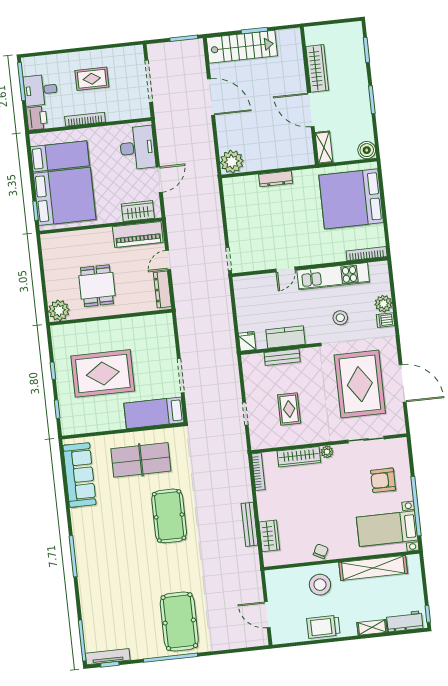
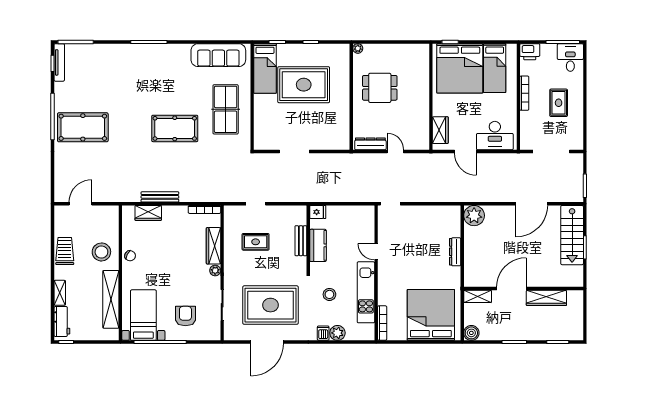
desk: (40, 90) -> (570, 57), moved
piano: (138, 234) -> (420, 128), removed
plant: (59, 310) -> (358, 48), width x0.53, depth x0.53
rug: (103, 373) -> (304, 85), turned 90
bed: (154, 413) -> (265, 68), moved, turned 180

